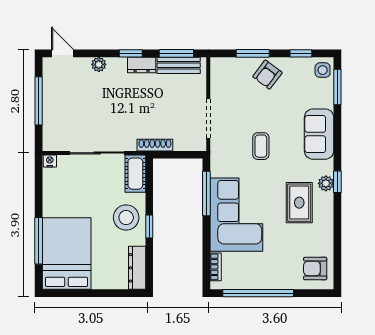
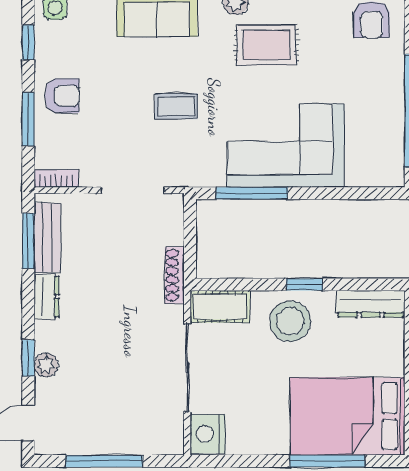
window: (131, 53) -> (28, 358), moved
armchair: (267, 75) -> (62, 96), turned -37
nightstand: (50, 161) -> (208, 434), width x1.89, depth x1.79
bookcase: (216, 267) -> (56, 178), moved

